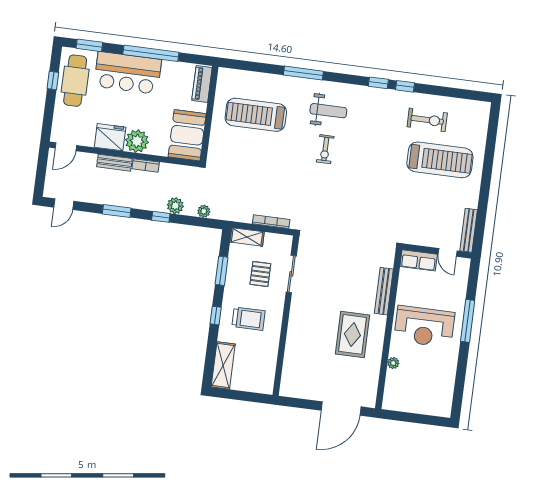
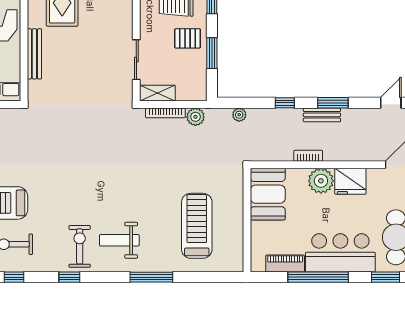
piano: (202, 84) -> (285, 264), moved, turned -90
window: (405, 86) -> (14, 277), moved
treadmill: (256, 115) -> (197, 226), turned -90
exercise bike: (325, 149) -> (80, 246), moved, width x1.38, depth x1.39
bench: (114, 163) -> (322, 115), moved
plant: (175, 206) -> (195, 117), moved
shelving: (247, 237) -> (157, 93), moved
pallet: (260, 274) -> (188, 38), moved, turned 90

